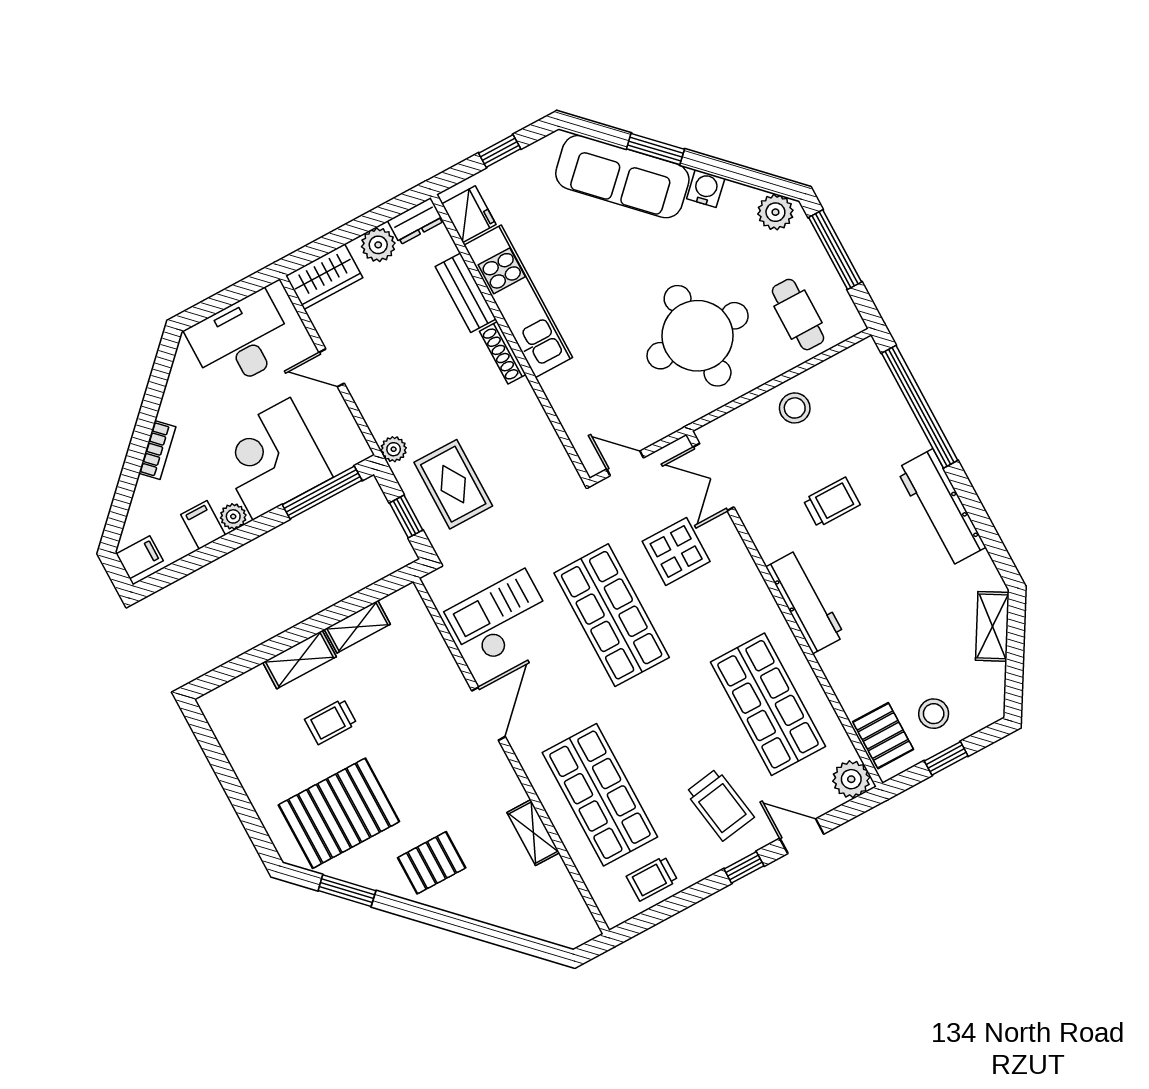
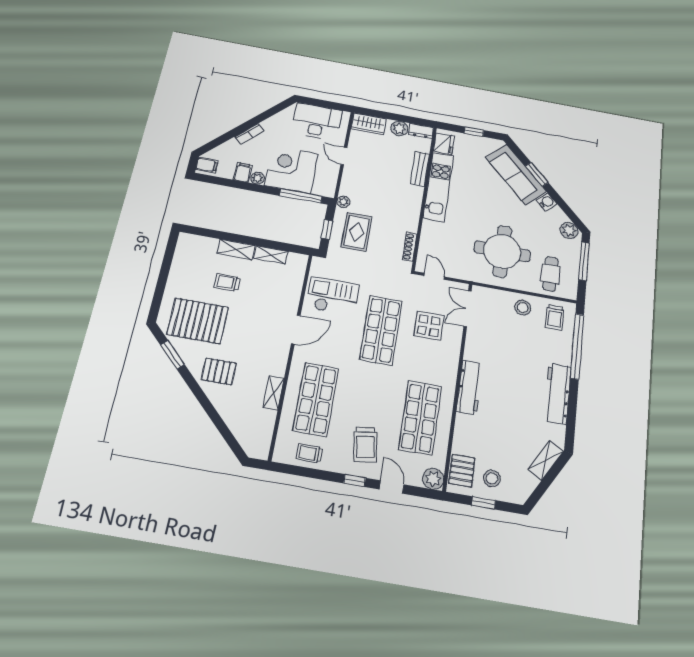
shoe rack: (503, 353) -> (410, 247), moved
trolley: (832, 502) -> (555, 317), moved, turned 90

